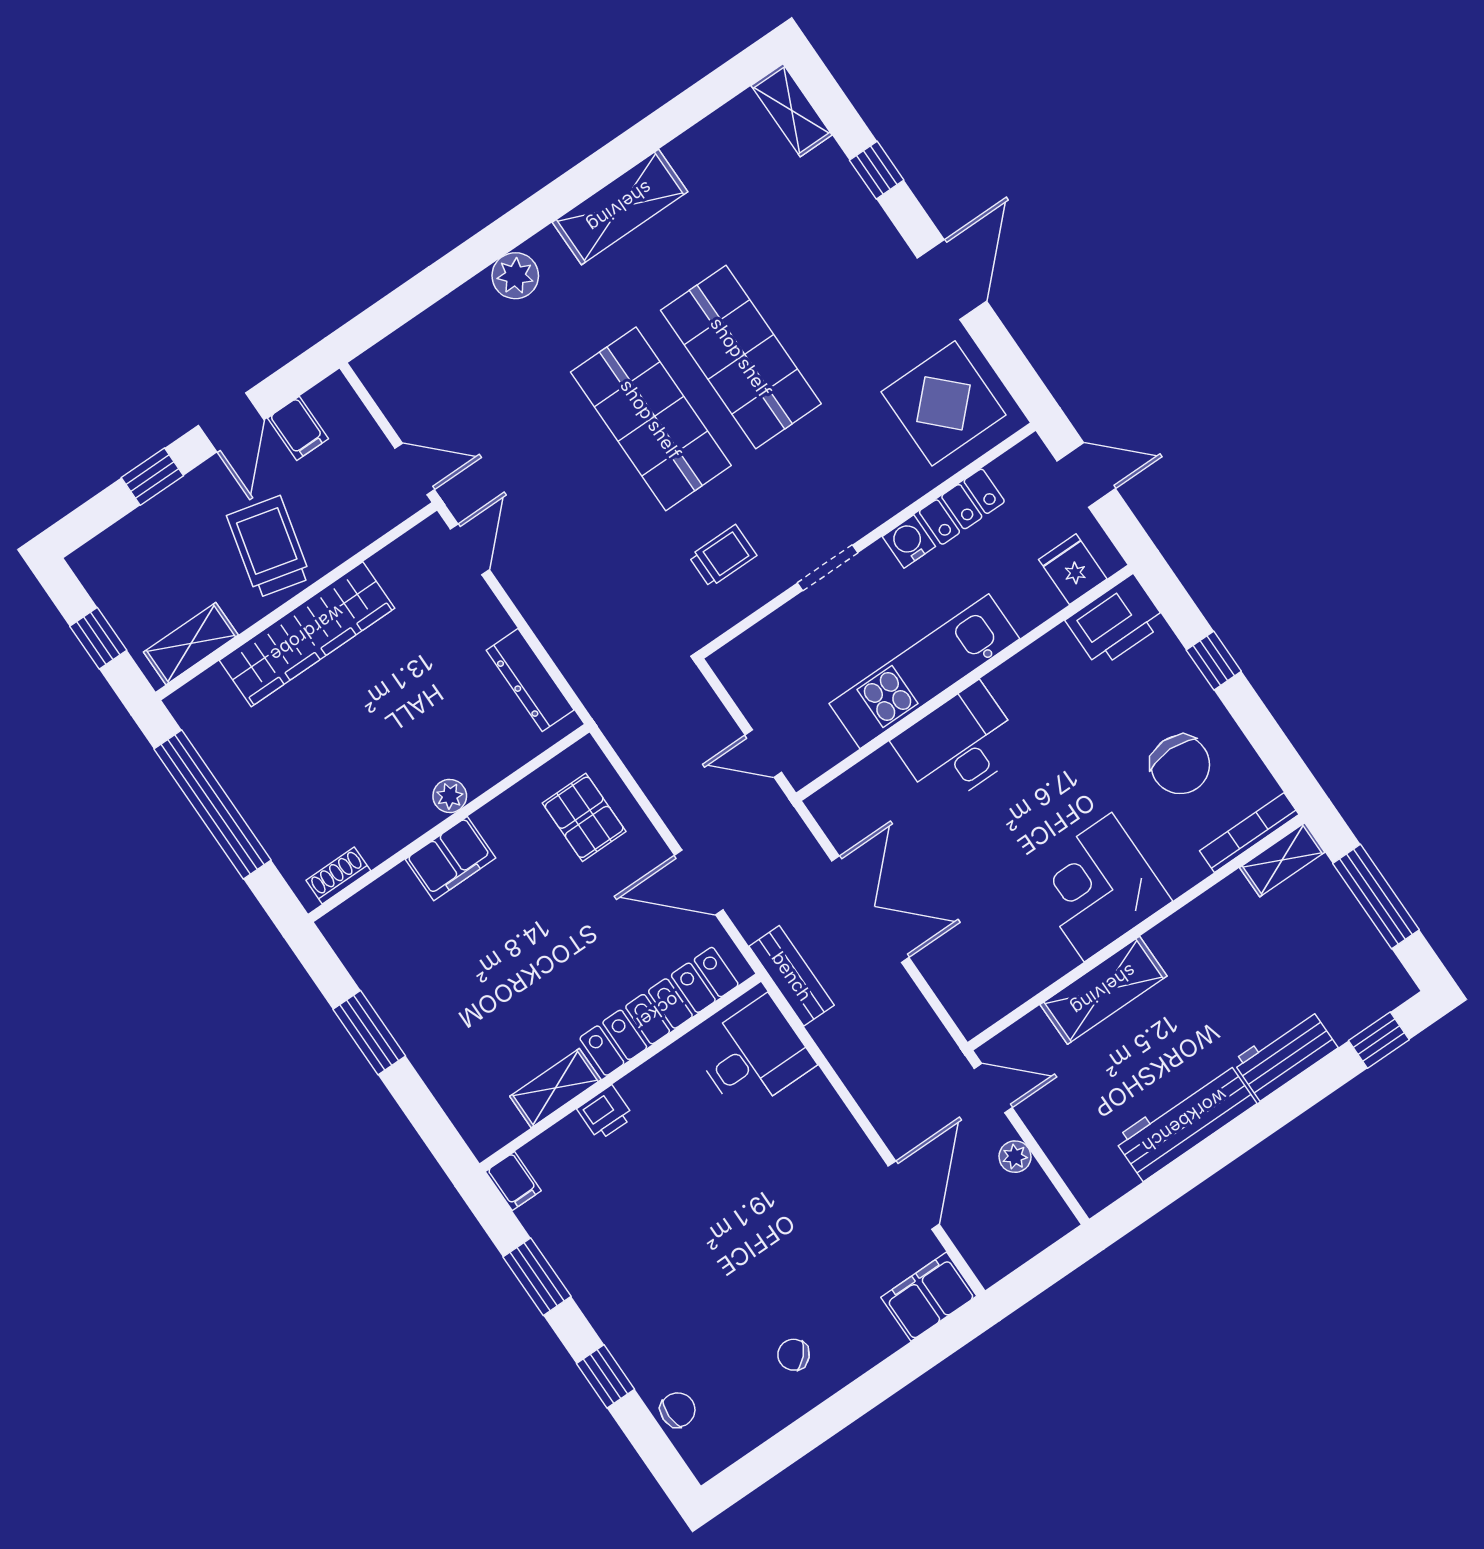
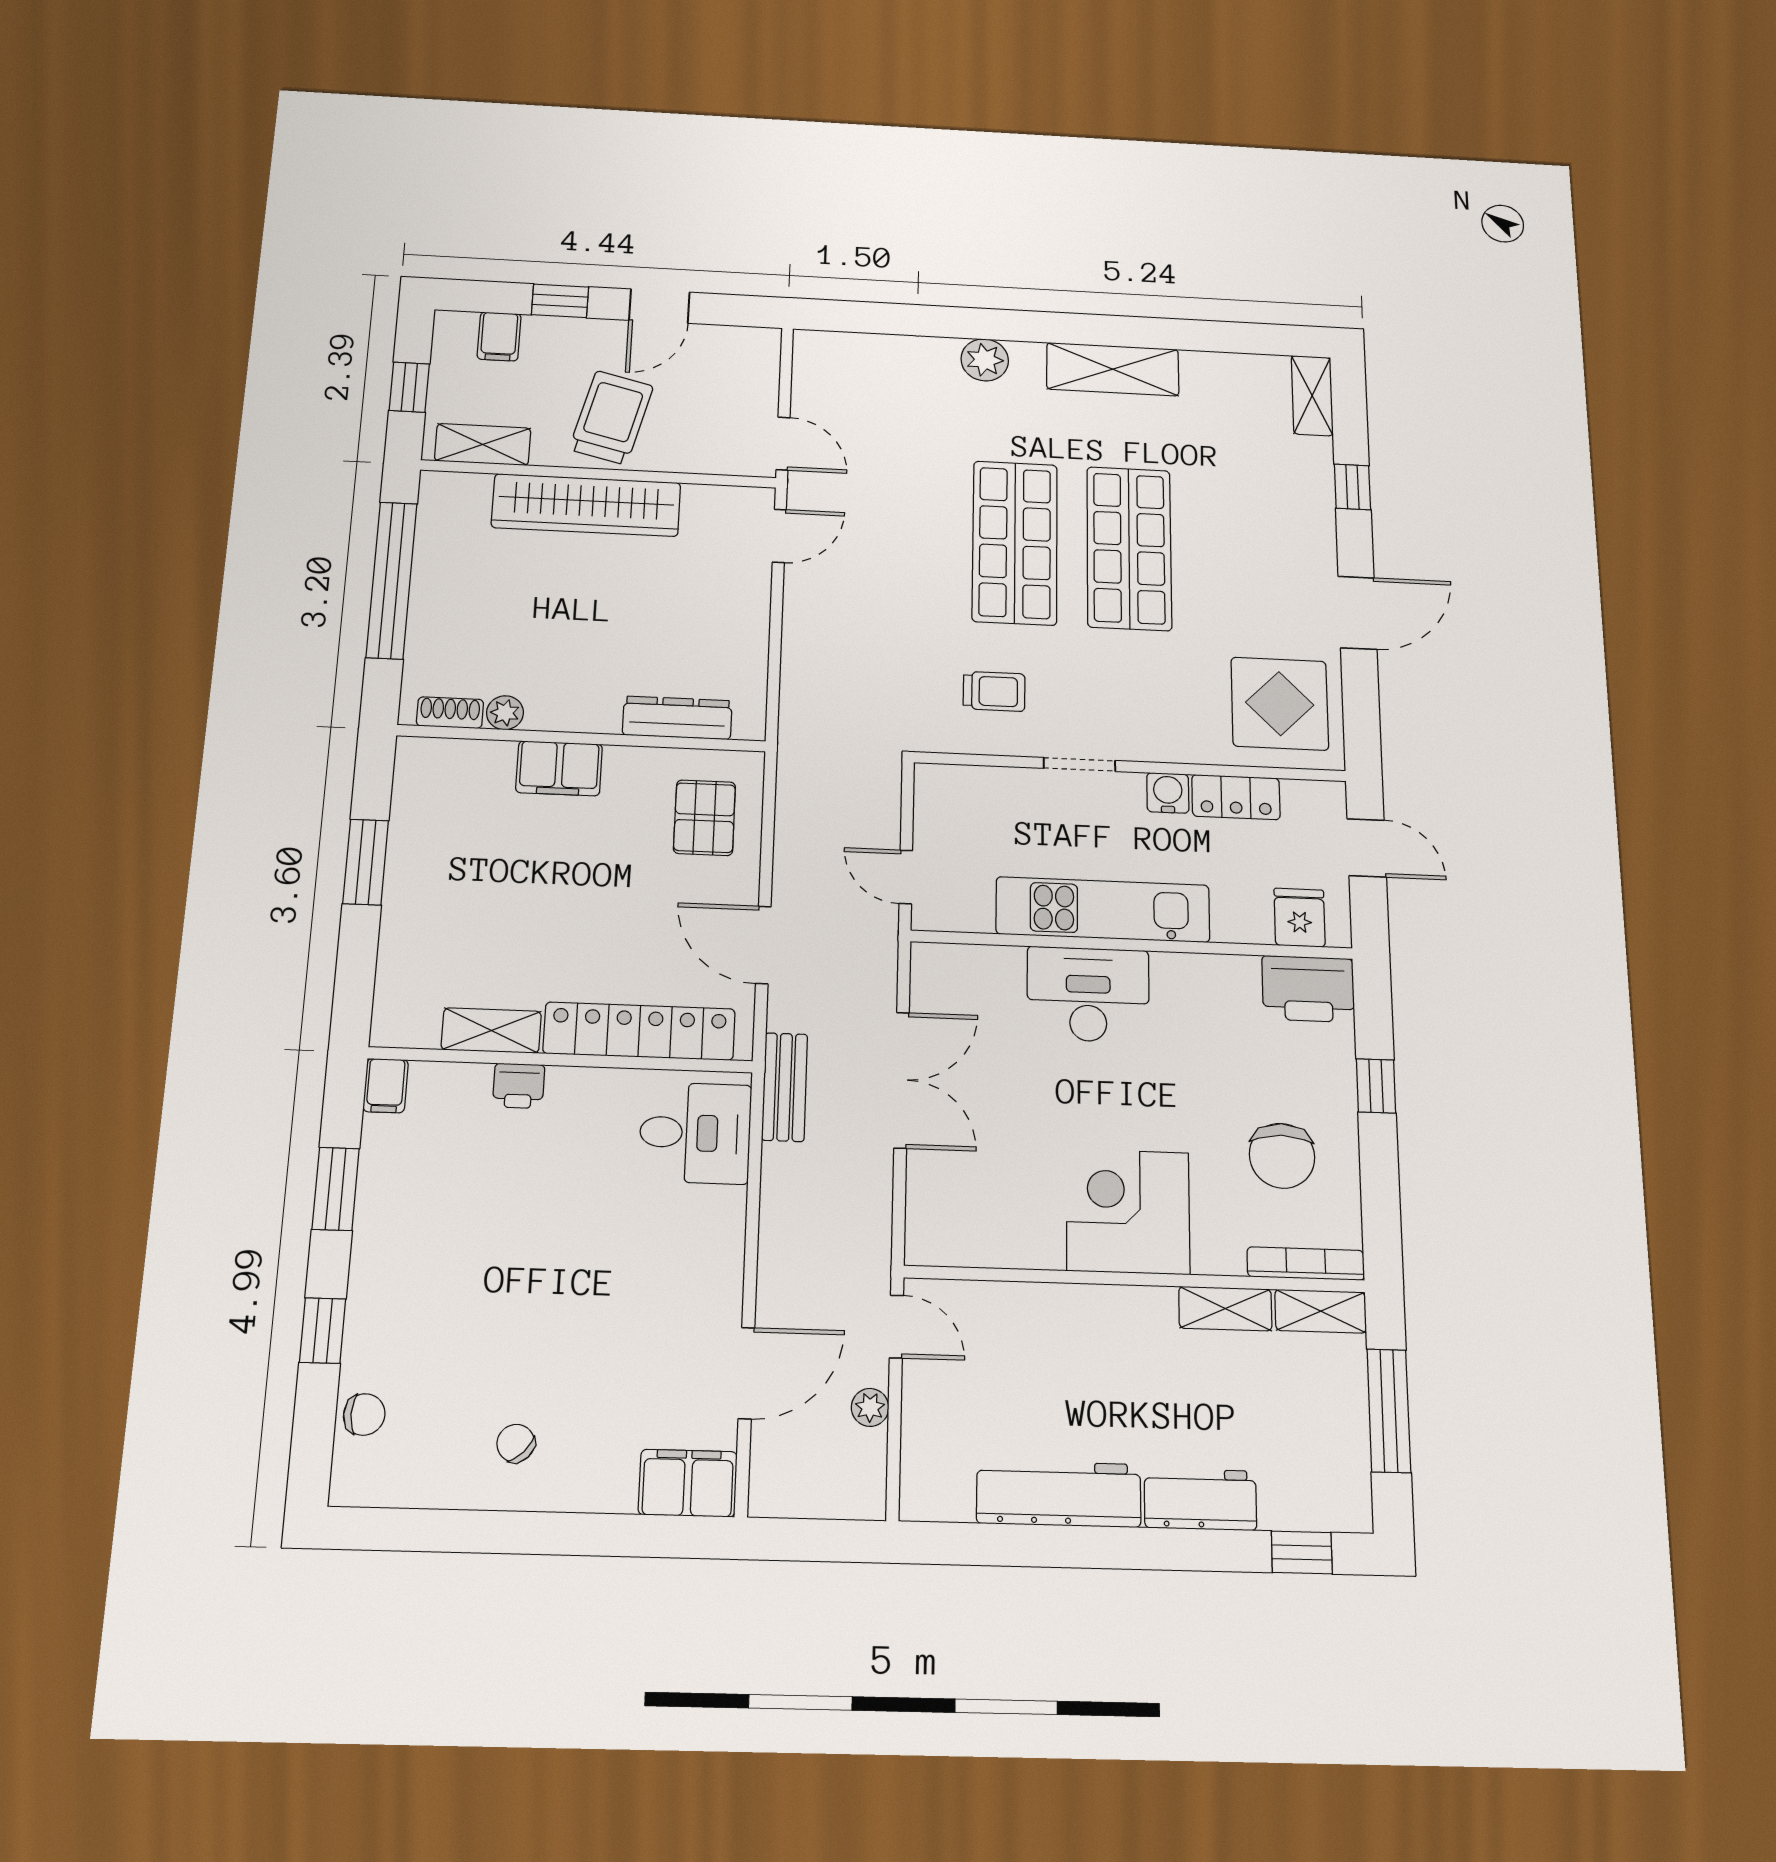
filing cabinet: (298, 428) -> (499, 336), moved
dresser: (530, 680) -> (677, 718), moved, turned 90
plant: (450, 796) -> (505, 713), moved
shelving: (1104, 990) -> (1225, 1309), moved, width x0.67, depth x0.75

